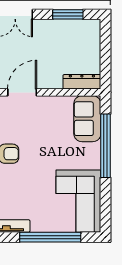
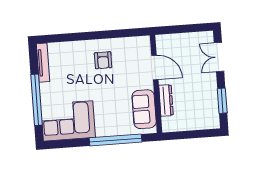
dresser: (82, 82) -> (166, 100), moved
sofa: (87, 119) -> (144, 109), moved, turned -90

